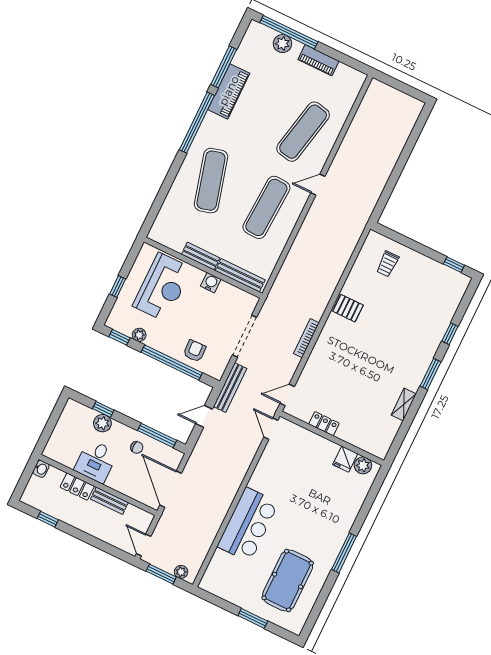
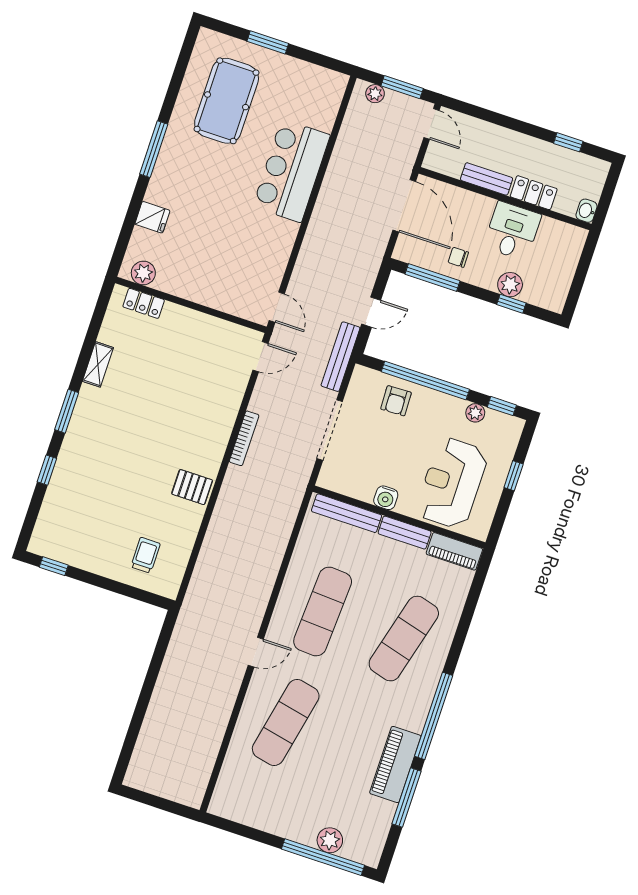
piano: (318, 60) -> (454, 551), moved, turned 180
exercise mat: (211, 181) -> (404, 639), turned 30
locker: (324, 424) -> (144, 303), moved
fridge: (345, 459) -> (152, 217), moved, turned 90

